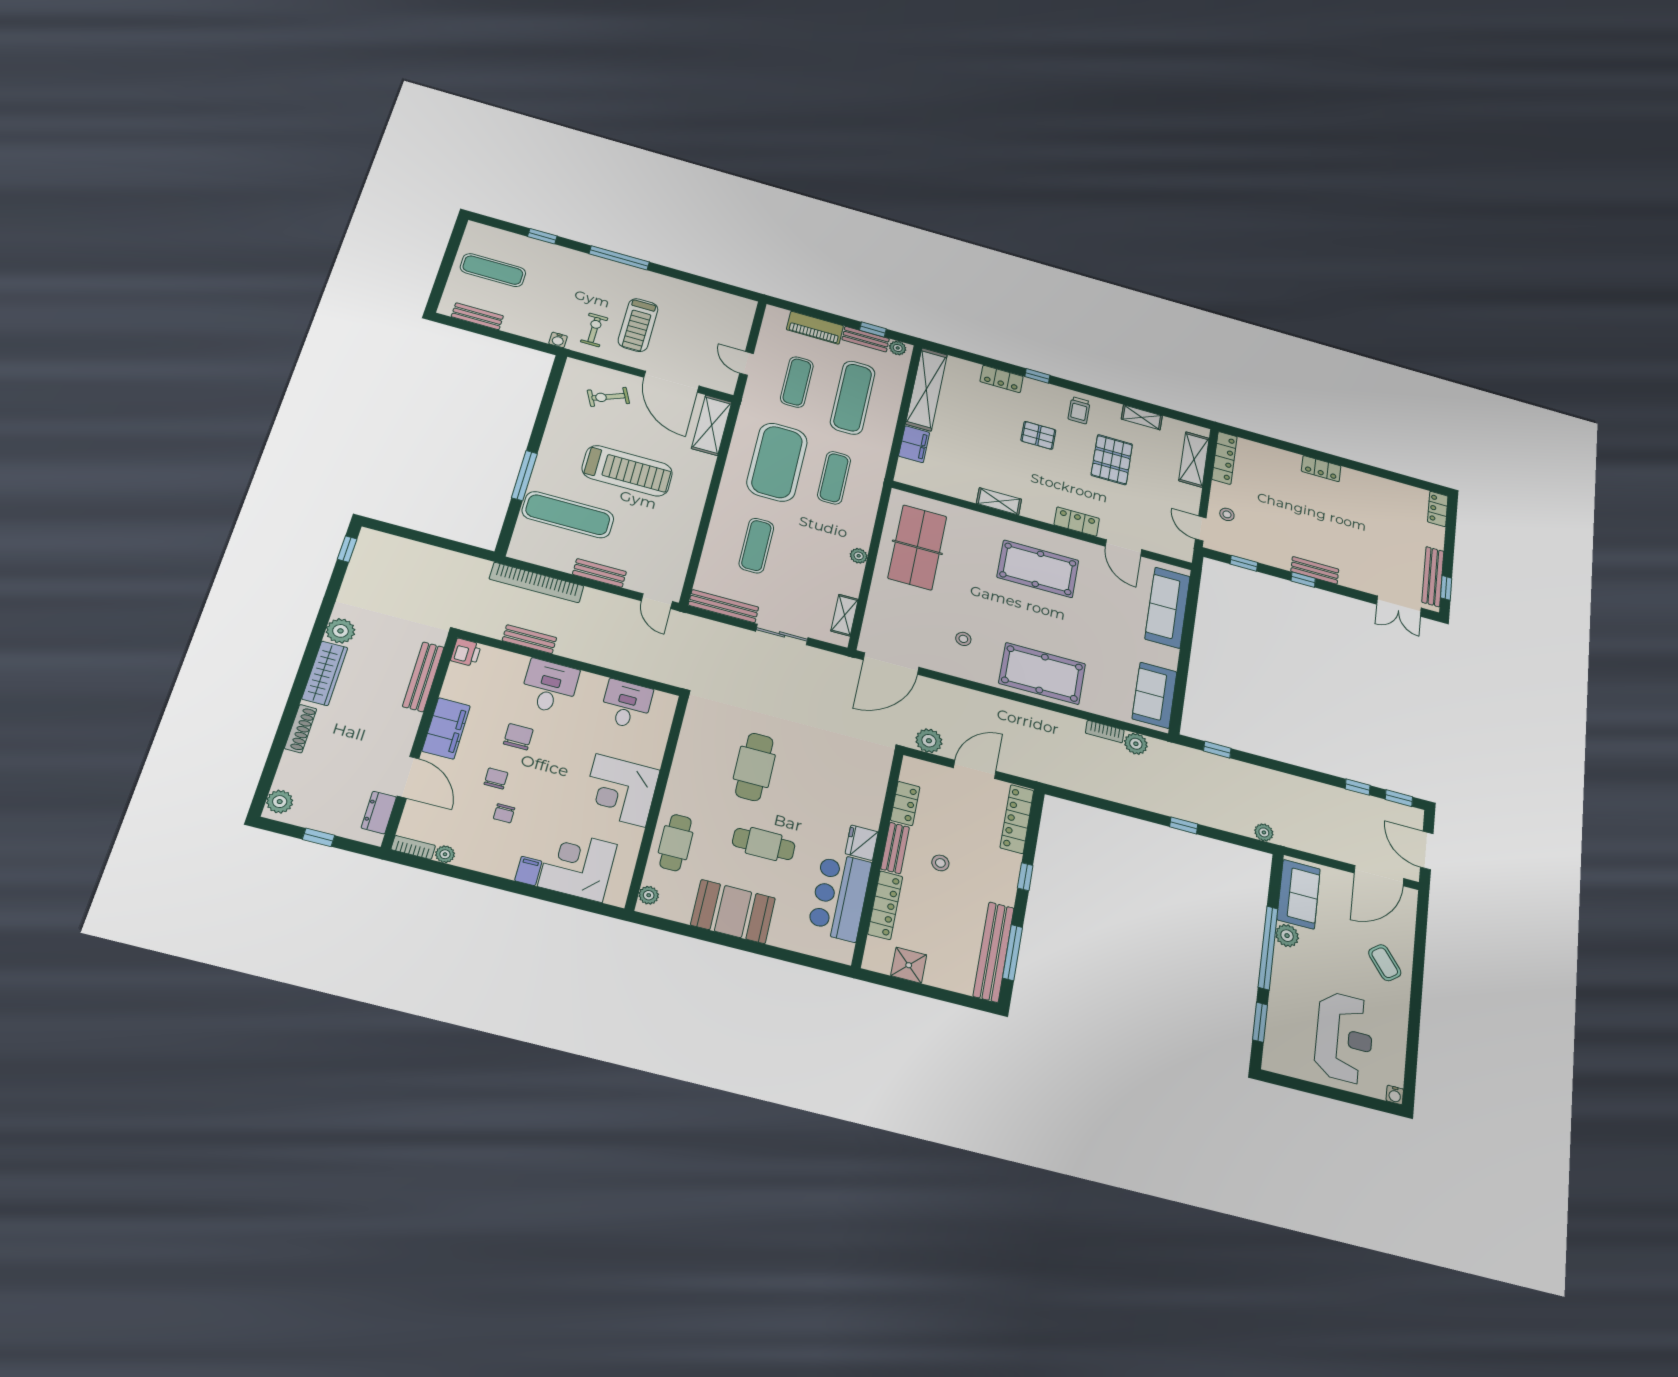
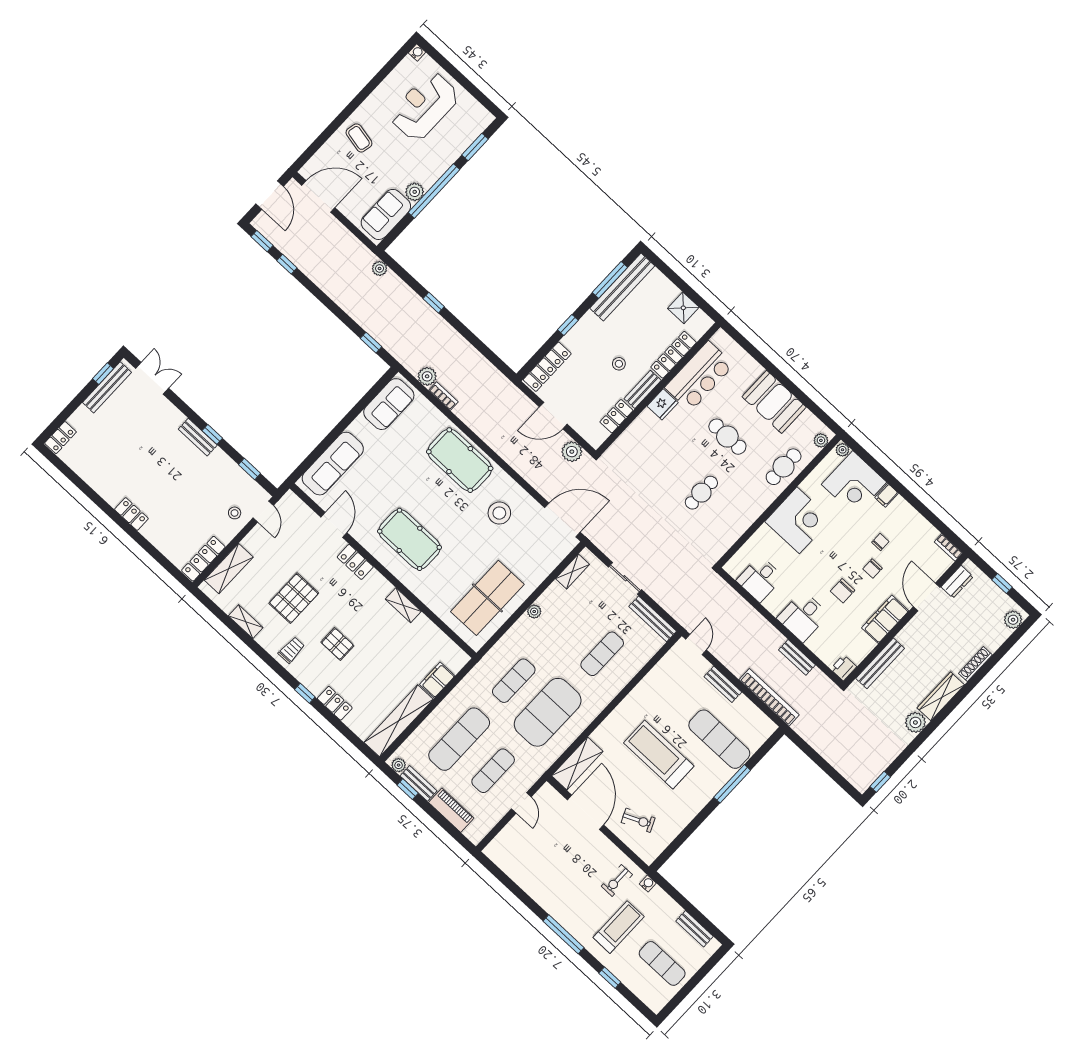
treadmill: (638, 325) -> (619, 927), moved
stool: (963, 639) -> (499, 513), width x1.89, depth x1.89
cafe table: (754, 767) -> (701, 493), width x0.73, depth x0.74
plant: (445, 854) -> (842, 450), moved
coffee table: (1385, 963) -> (359, 138), turned -40

